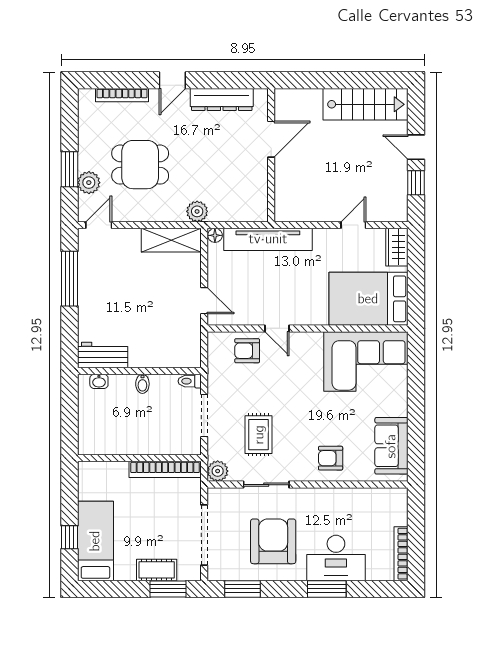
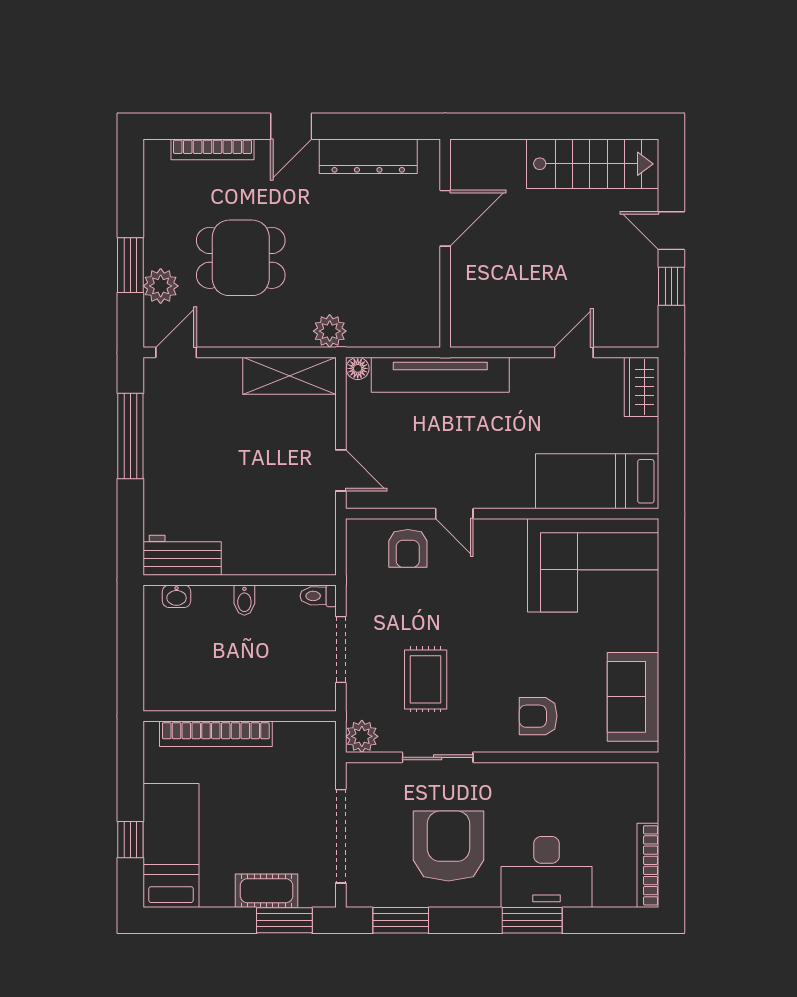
bed: (368, 299) -> (597, 481), width x0.67
armchair: (247, 351) -> (408, 548), turned -90
bookcase: (165, 469) -> (216, 734), moved

